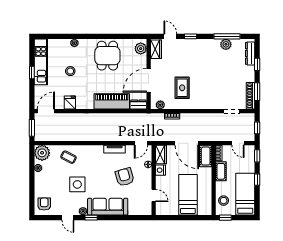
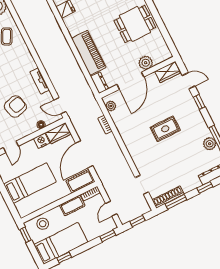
door: (170, 36) -> (189, 81), hinge flipped
plant: (141, 49) -> (146, 63), moved
door: (149, 80) -> (130, 81), swing flipped
rug: (182, 88) -> (165, 129), moved
window: (257, 180) -> (64, 258), moved

